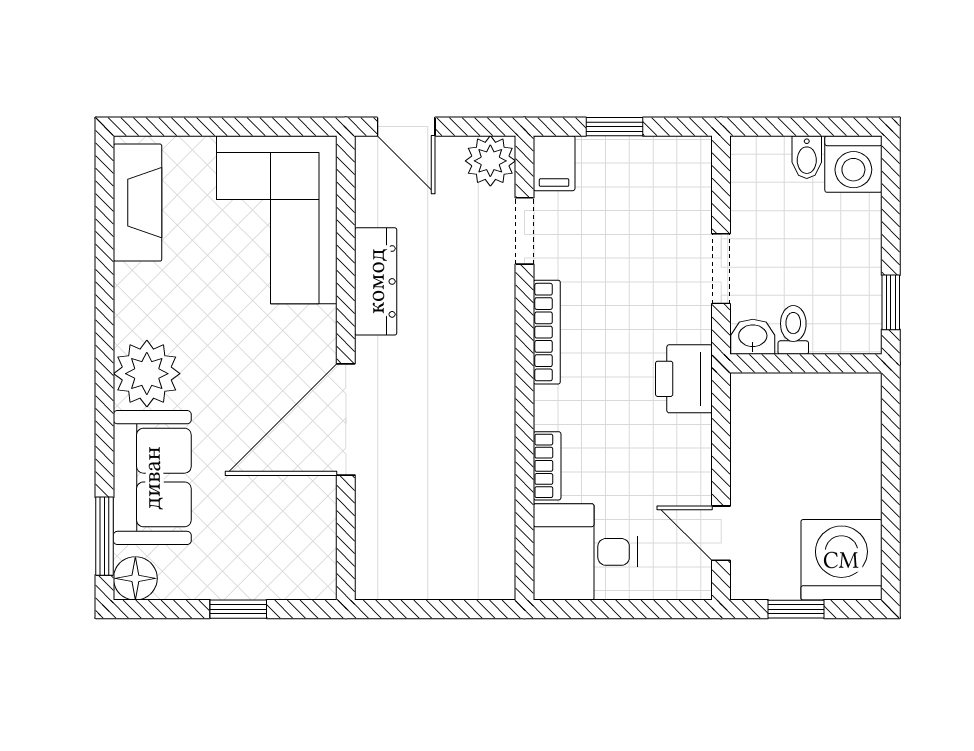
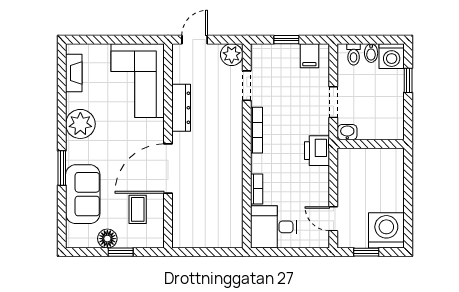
door: (406, 127) -> (195, 40), swing flipped
filing cabinet: (554, 163) -> (309, 56), moved
fireplace: (138, 203) -> (74, 73), width x0.73, depth x0.76
window: (891, 302) -> (408, 80), moved
toilet: (793, 330) -> (354, 54), moved, turned 180
plant: (147, 374) -> (80, 124), moved
coffee table: (277, 512) -> (138, 209), added
window: (105, 536) -> (62, 168), moved
floor lamp: (135, 578) -> (107, 239), moved

